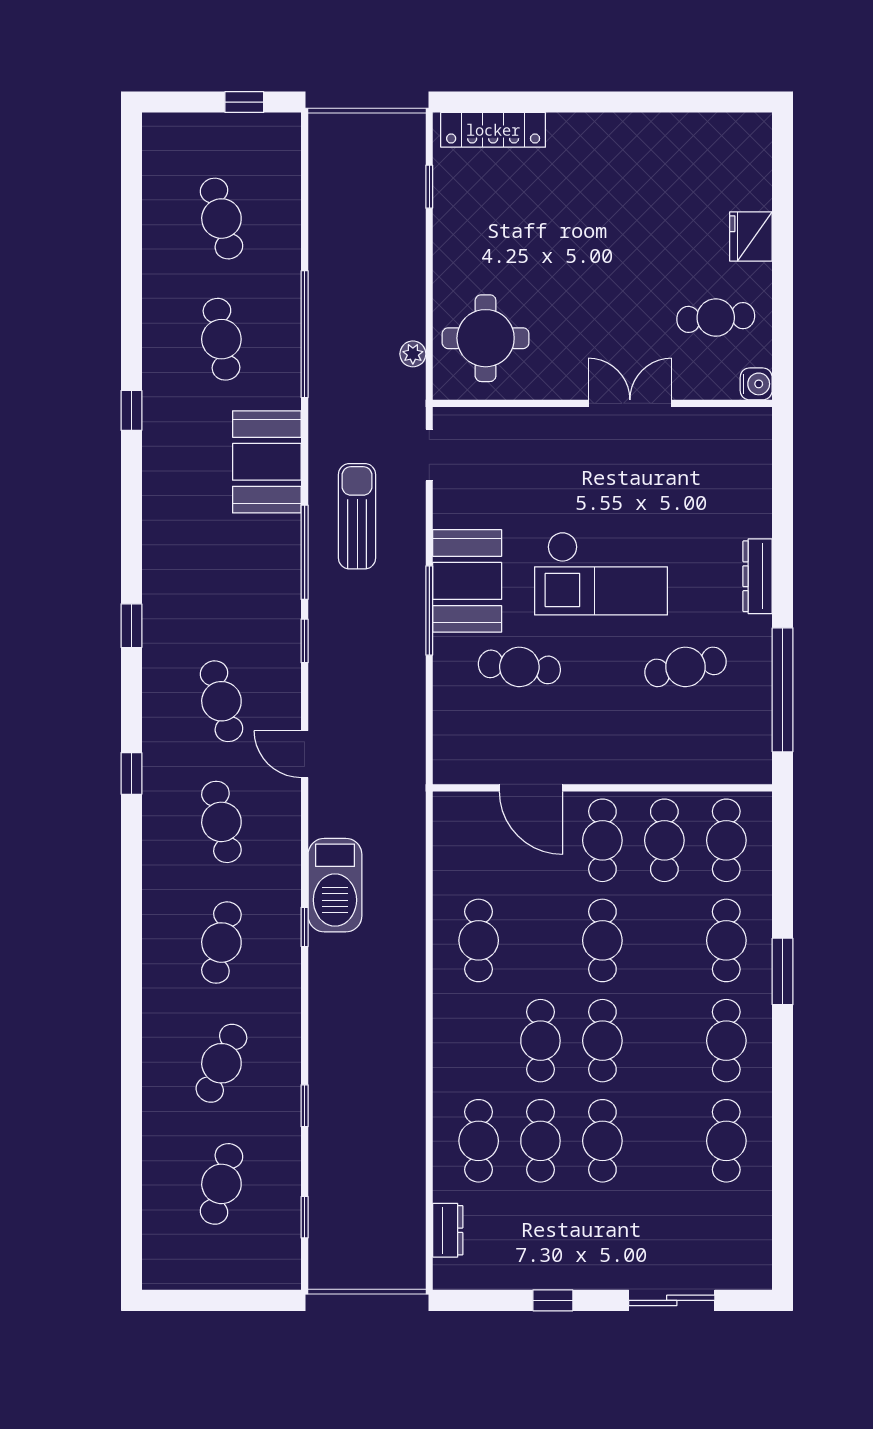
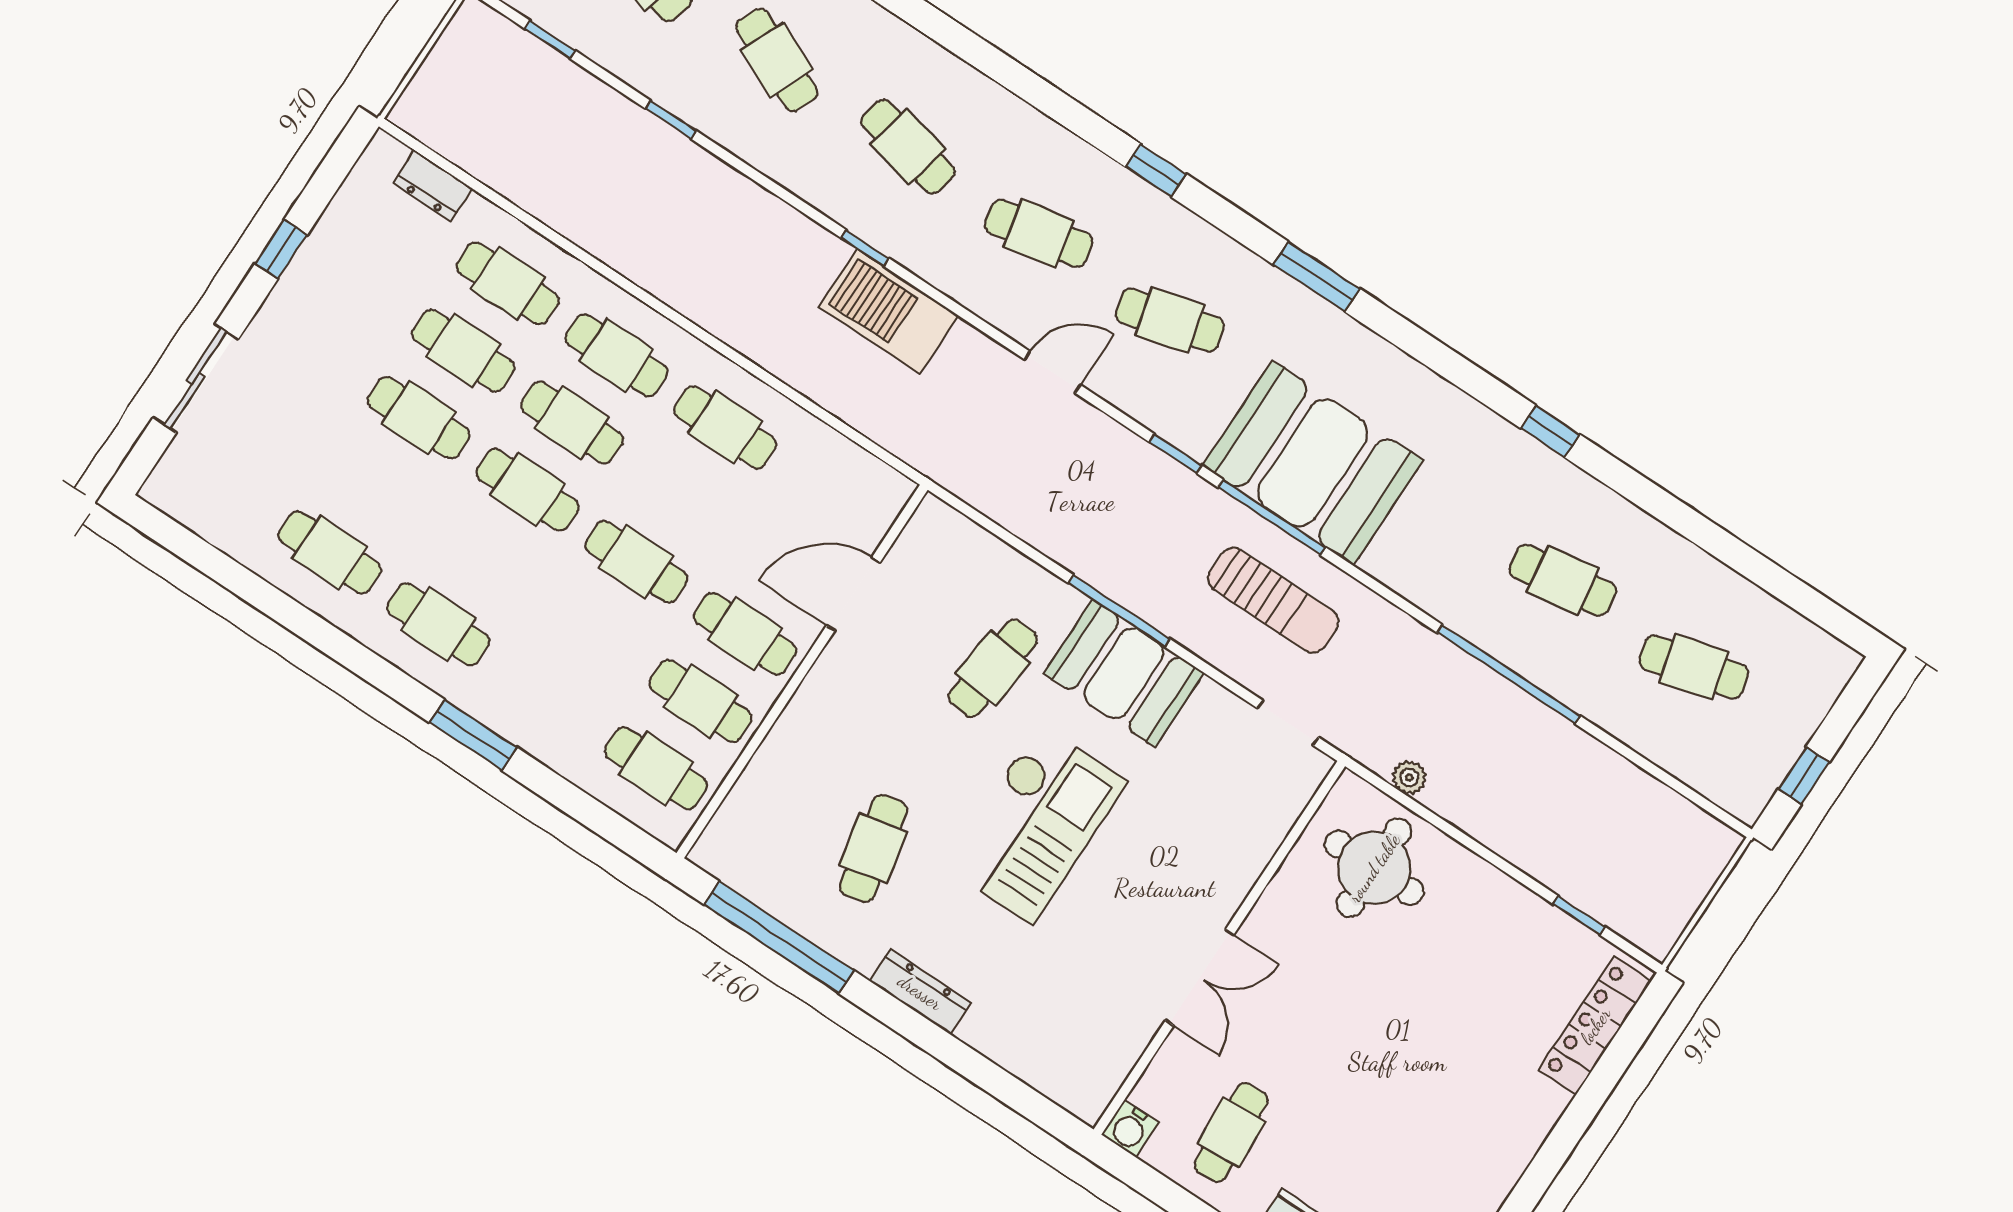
booth: (267, 462) -> (1313, 463), moved, width x1.36, depth x1.42
checkout: (601, 573) -> (1036, 824), turned 180
window: (131, 626) -> (1317, 277), width x1.50
cafe table: (726, 940) -> (616, 355), moved

